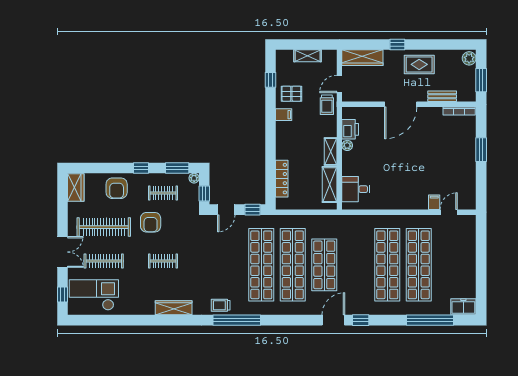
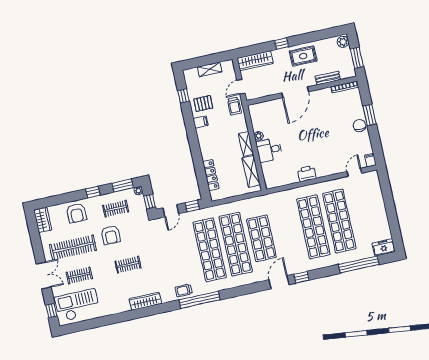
printer: (350, 129) -> (307, 174), moved, turned -90
chair: (467, 159) -> (359, 126), added
desk: (356, 189) -> (269, 150), moved
filing cabinet: (434, 202) -> (370, 160), moved
clothes rail: (104, 261) -> (79, 275), width x0.73

